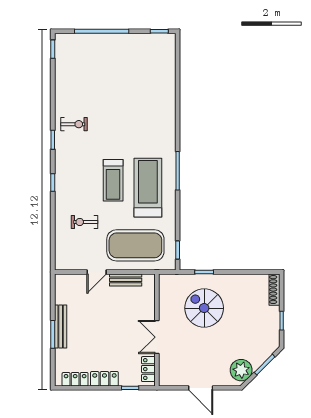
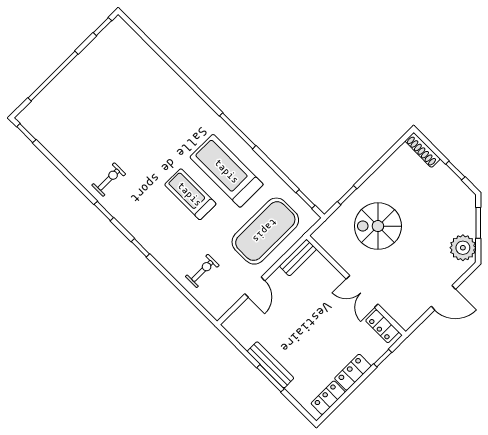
treadmill: (113, 180) -> (190, 194), turned 180
exercise bike: (84, 222) -> (202, 271), moved, turned 180
bench: (126, 280) -> (298, 258), moved

